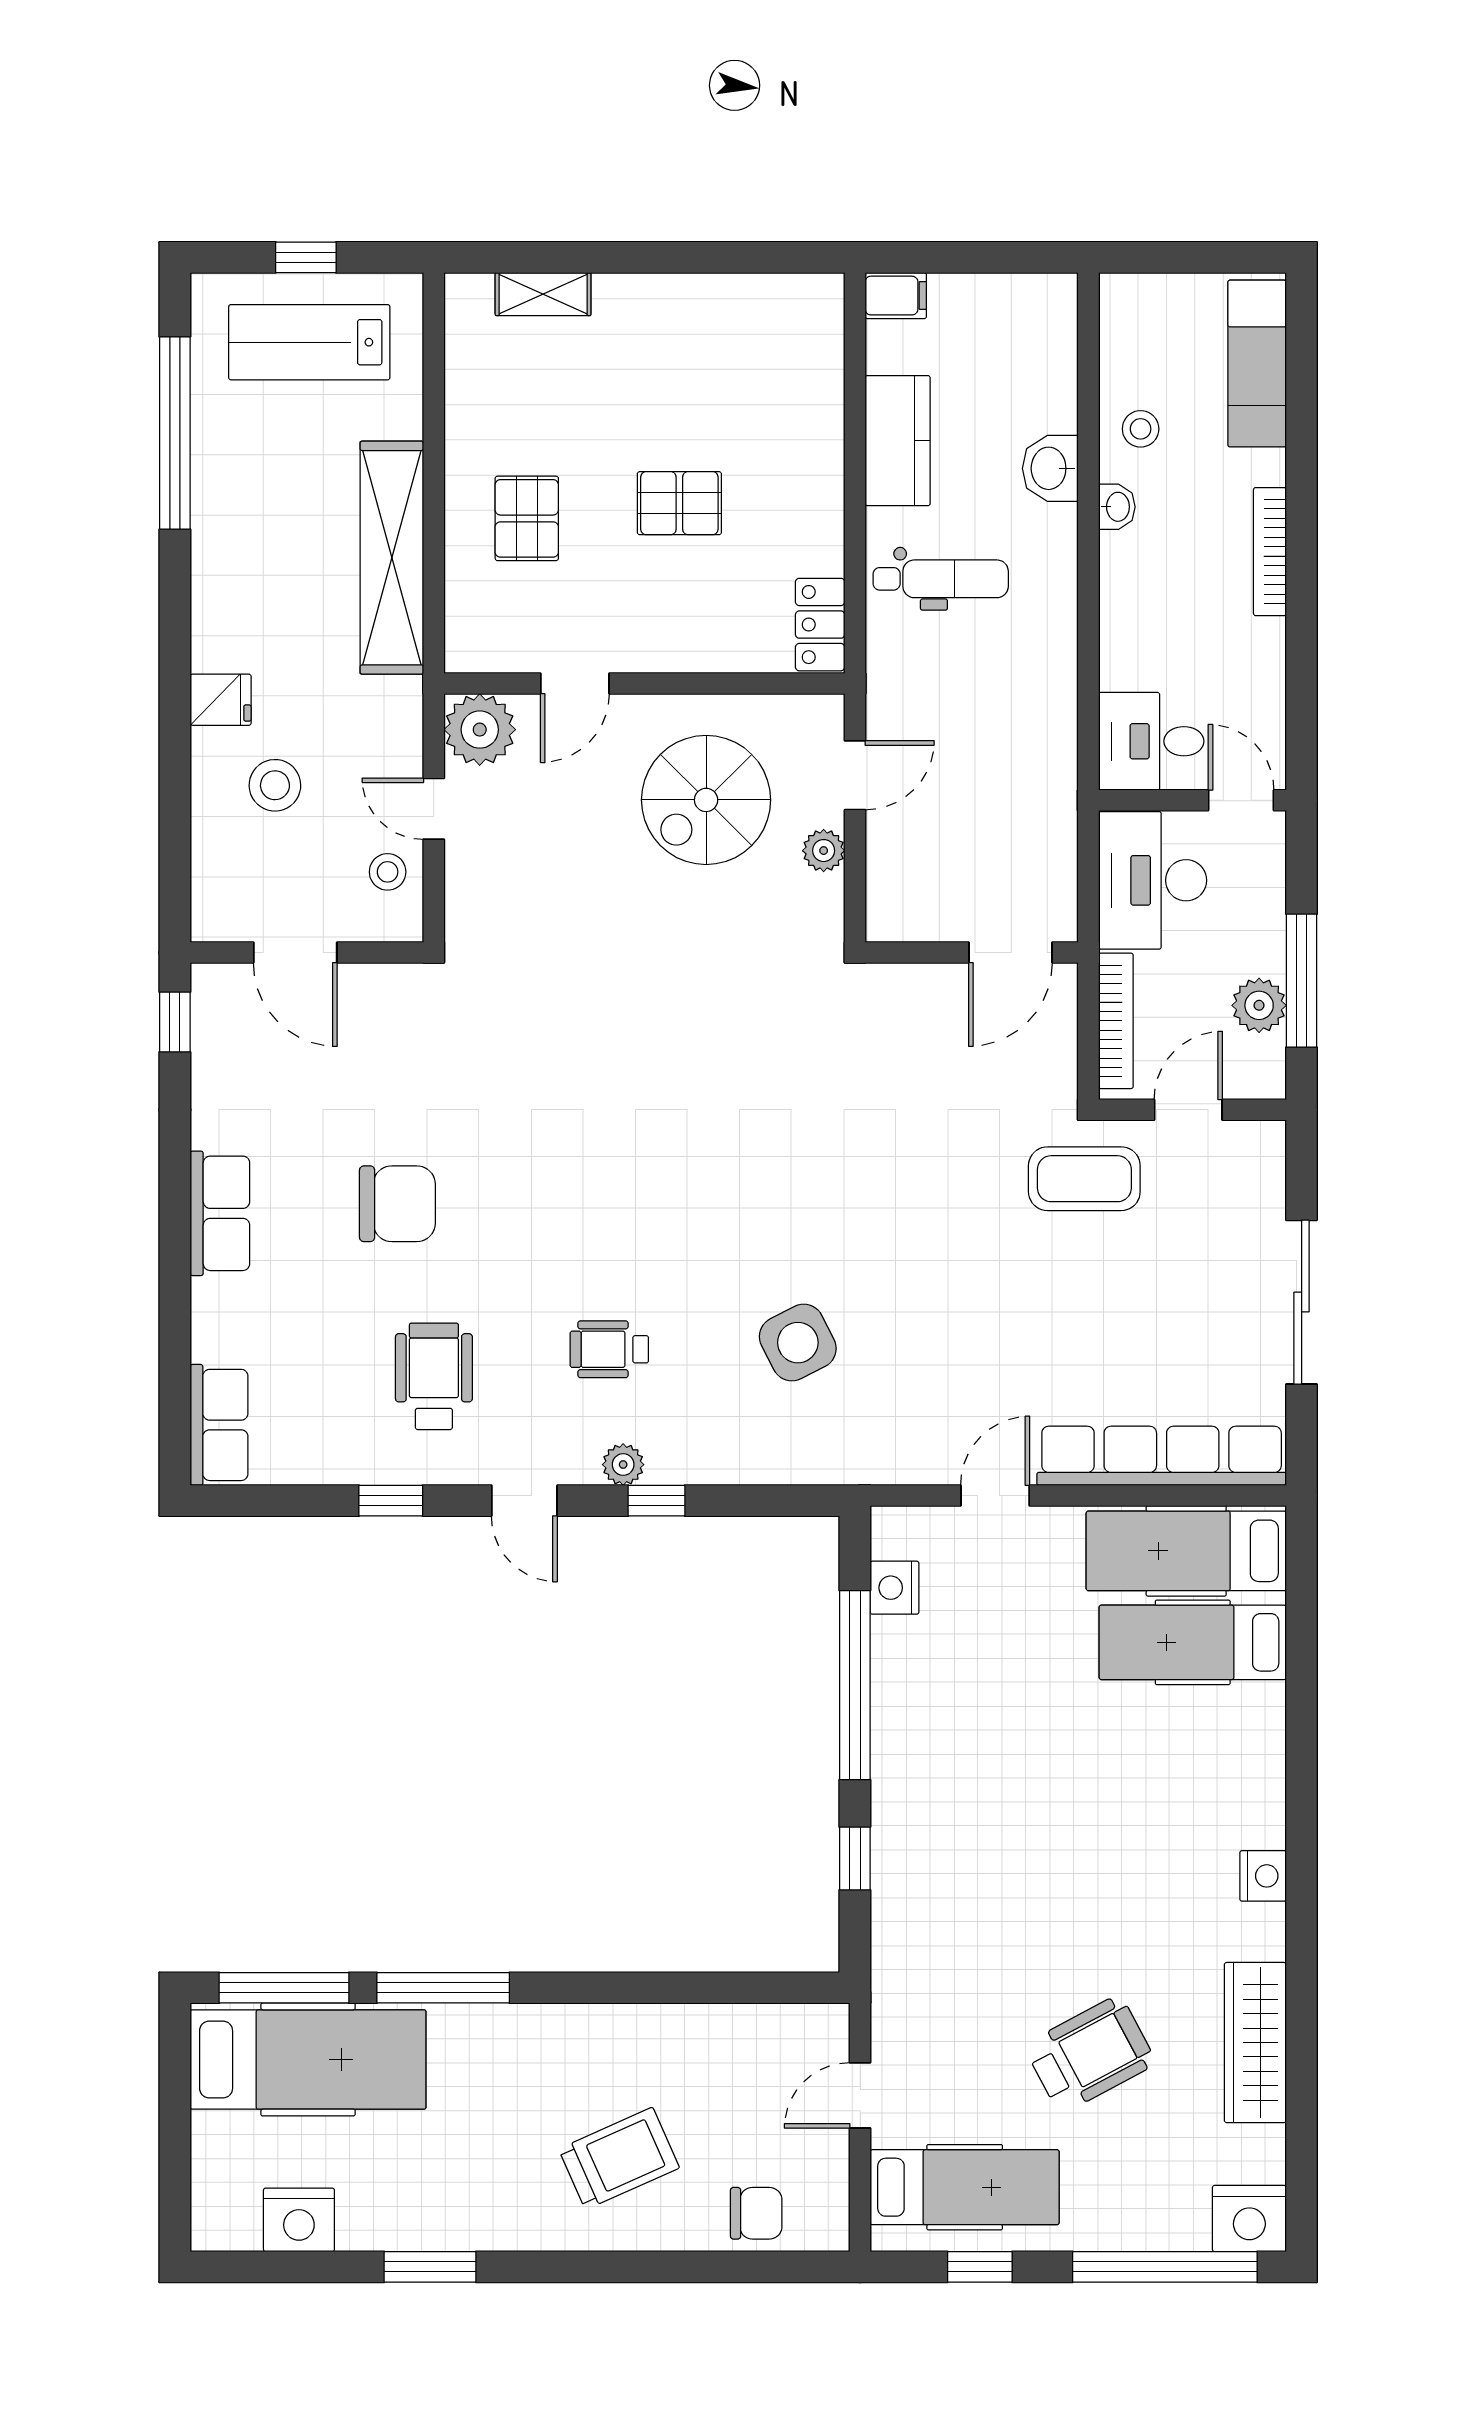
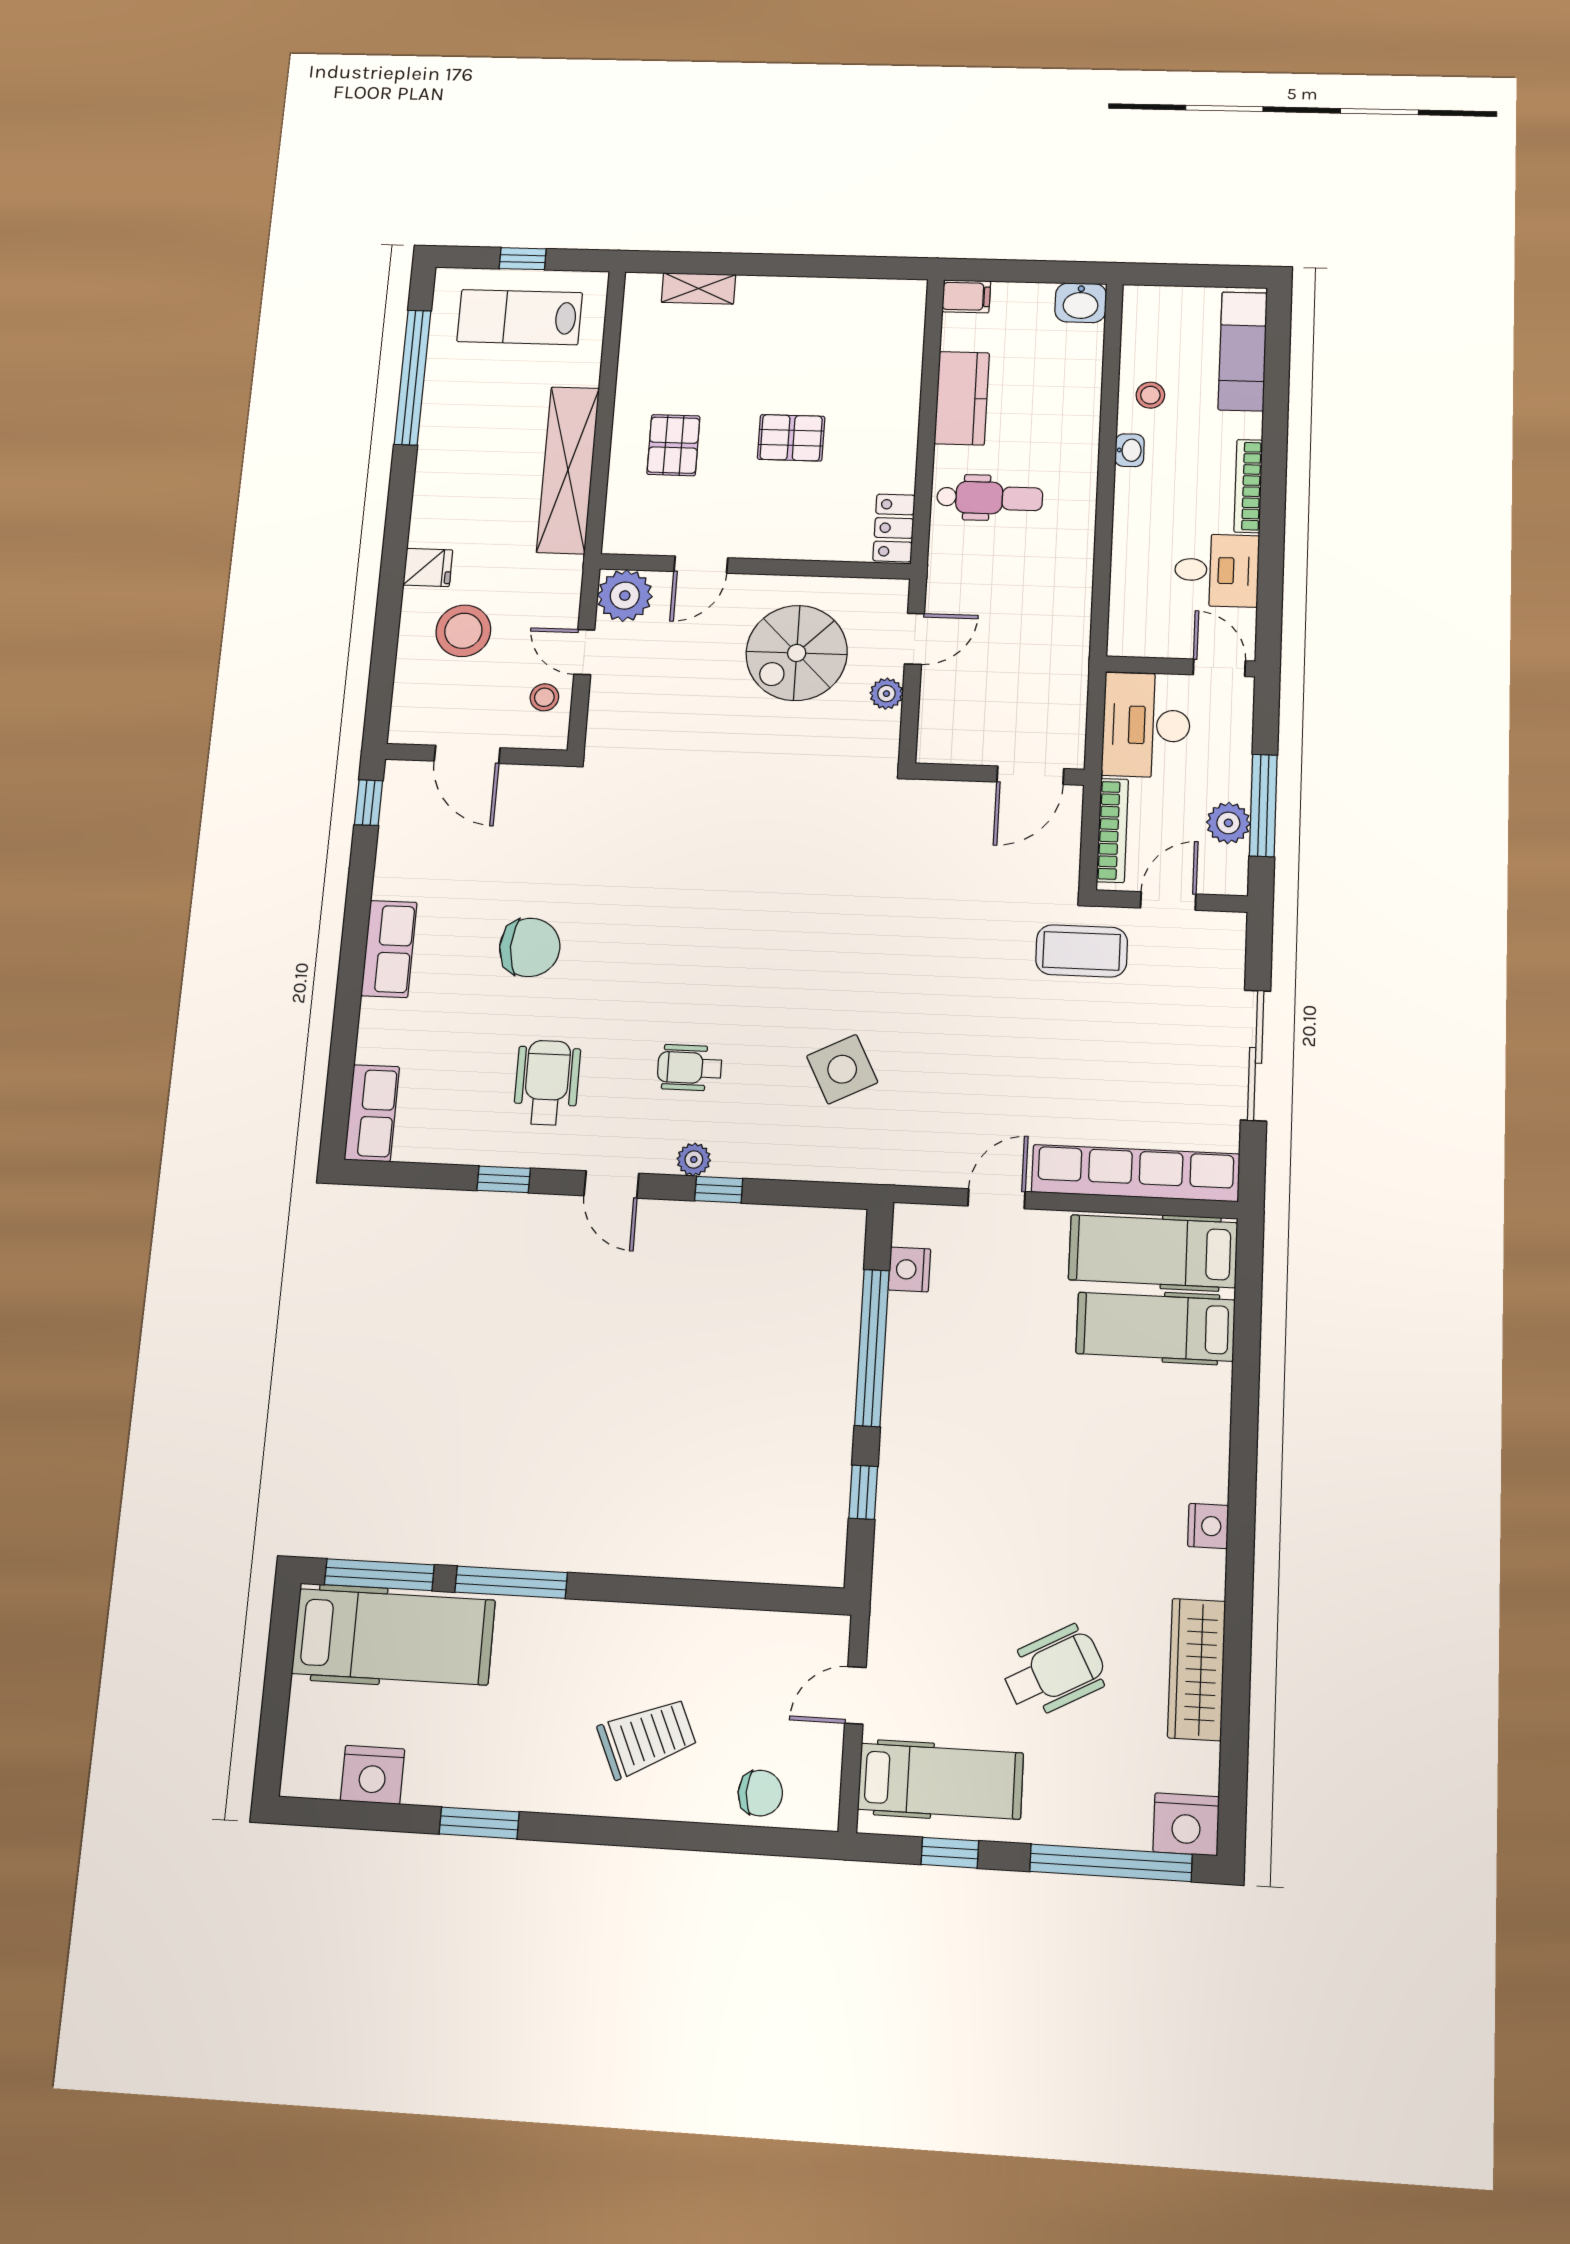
washbasin: (1050, 468) -> (1081, 303), moved, turned -90
desk: (1151, 741) -> (1217, 570), moved, turned 180
stool: (275, 785) -> (463, 631), width x1.38, depth x1.38

